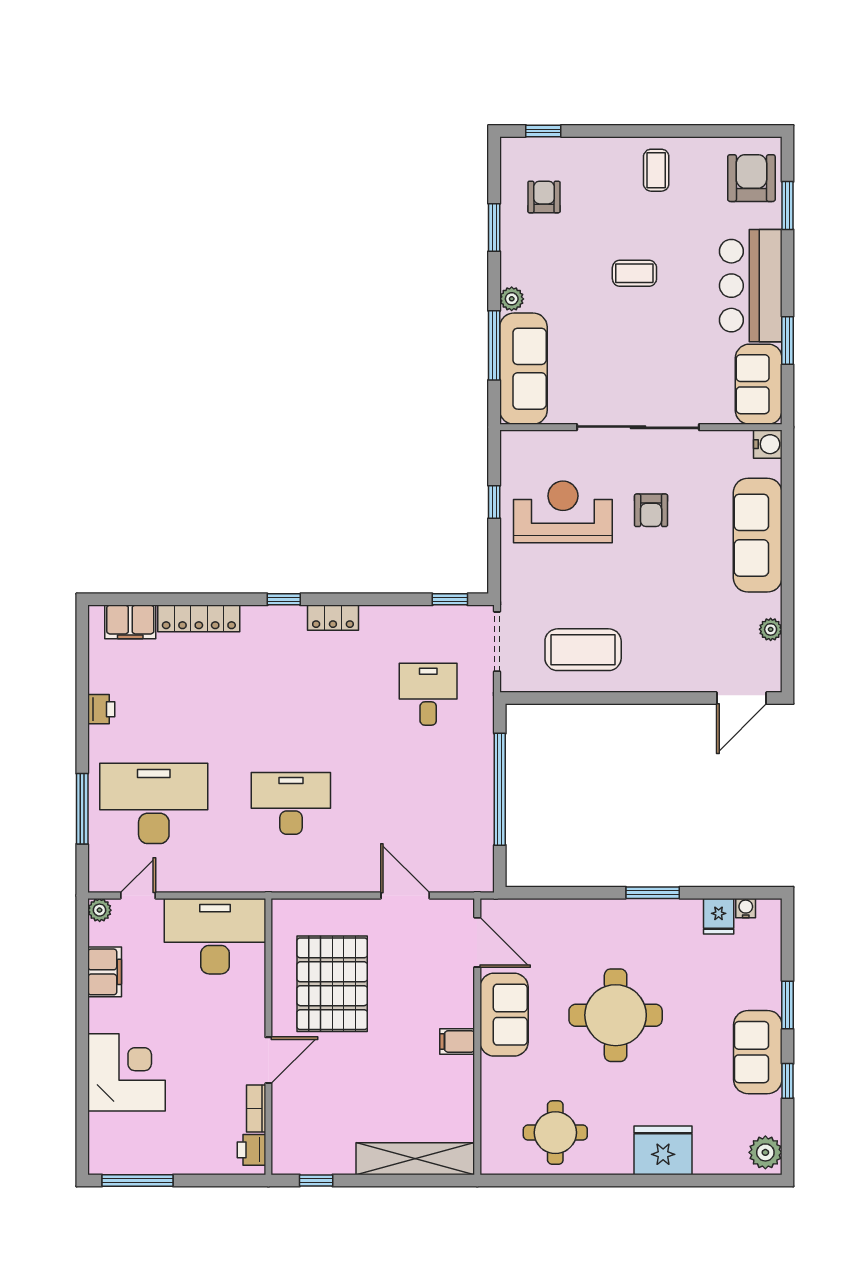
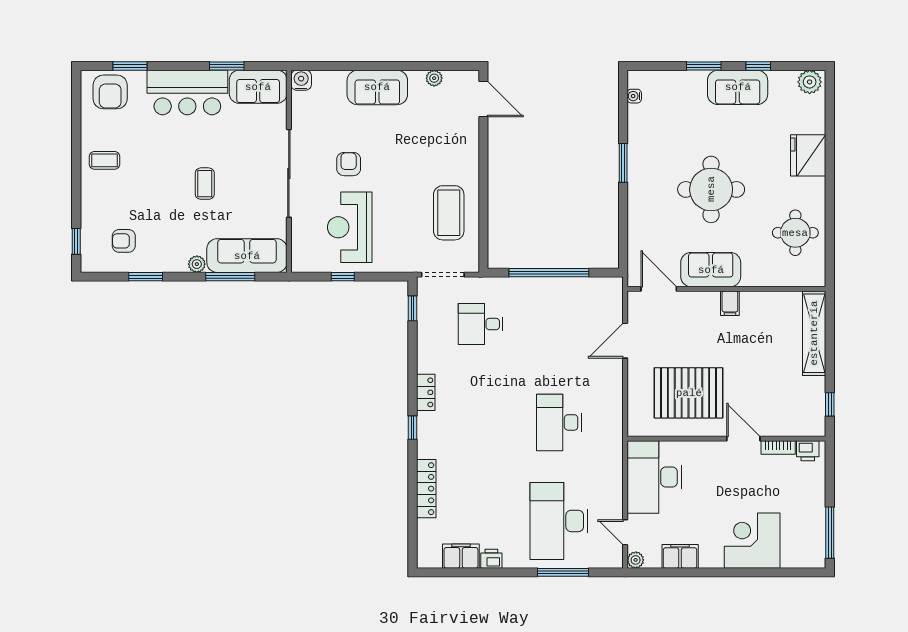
armchair: (751, 178) -> (110, 92), turned -90
coffee table: (634, 273) -> (205, 184), moved
armchair: (651, 510) -> (349, 164), turned -90
sofa: (758, 535) -> (377, 87), width x0.73
filing cabinet: (130, 622) -> (461, 556), moved, turned -90
fridge: (719, 916) -> (640, 116), removed
door: (477, 942) -> (659, 289), hinge flipped

